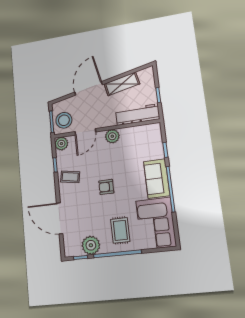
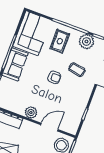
plant: (61, 144) -> (72, 128), removed
coffee table: (70, 177) -> (77, 70), moved

